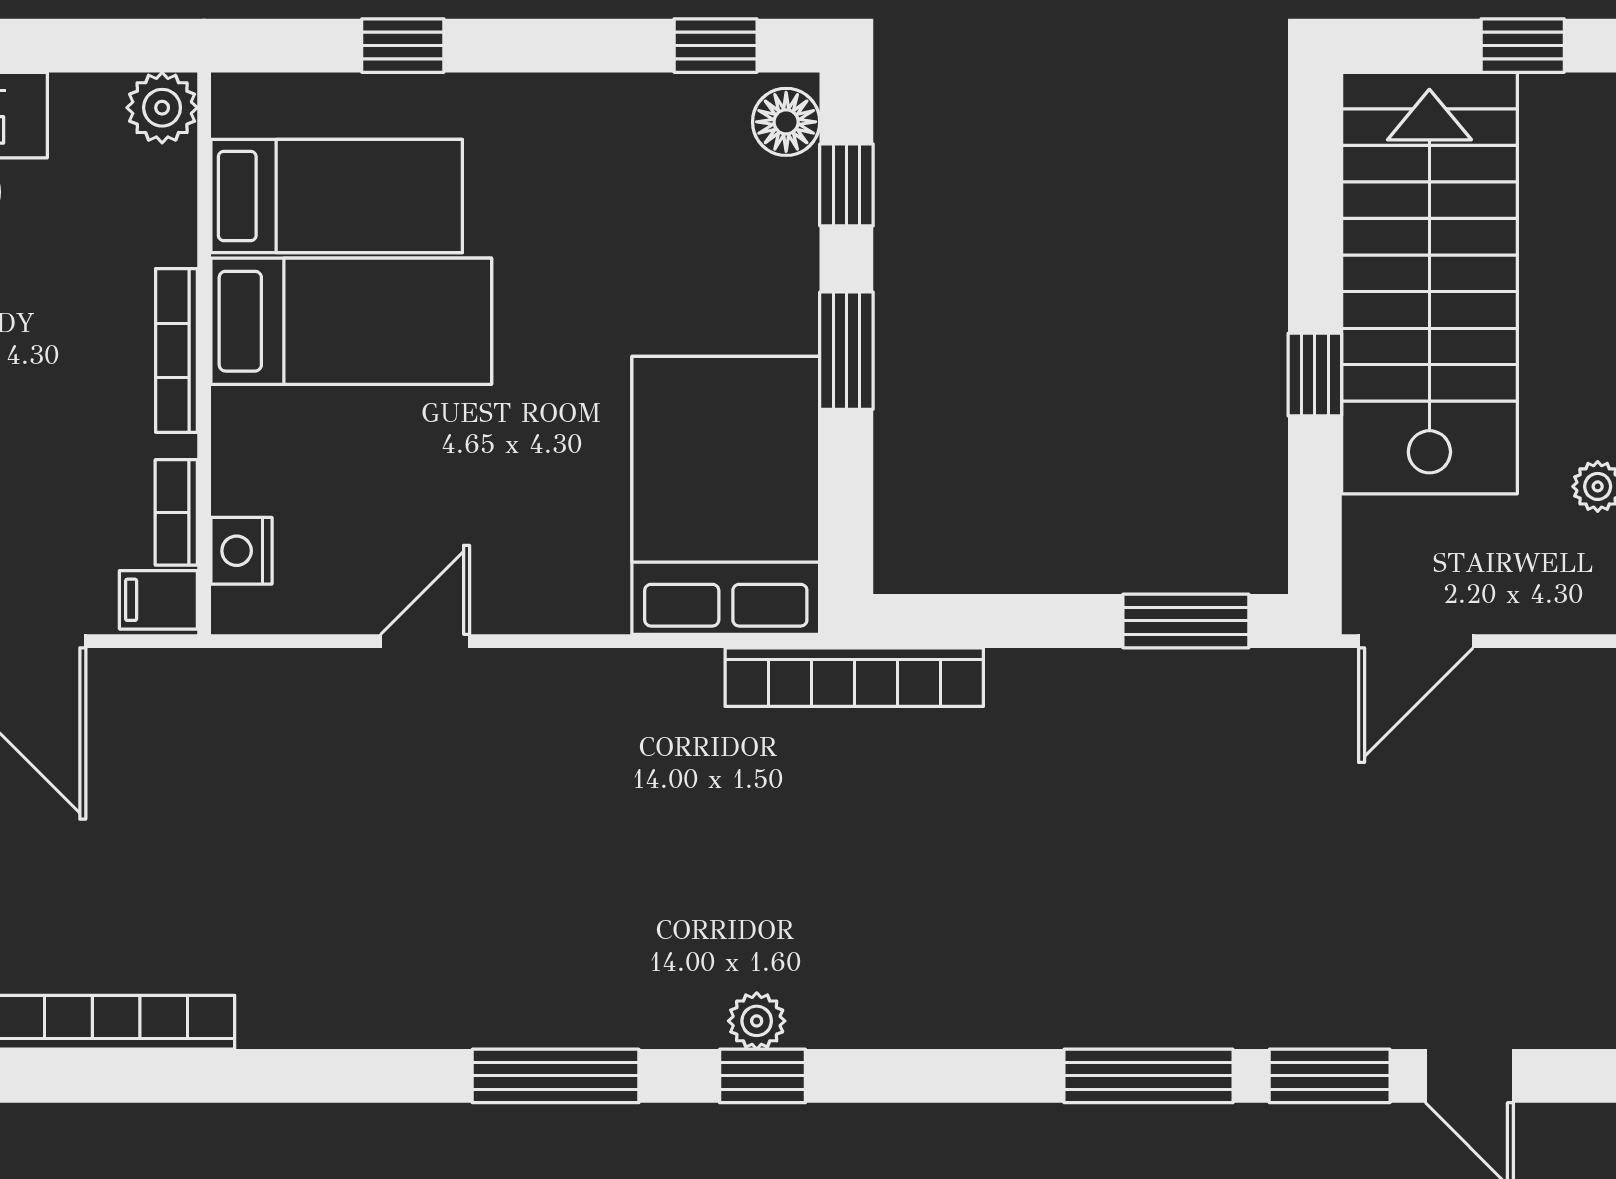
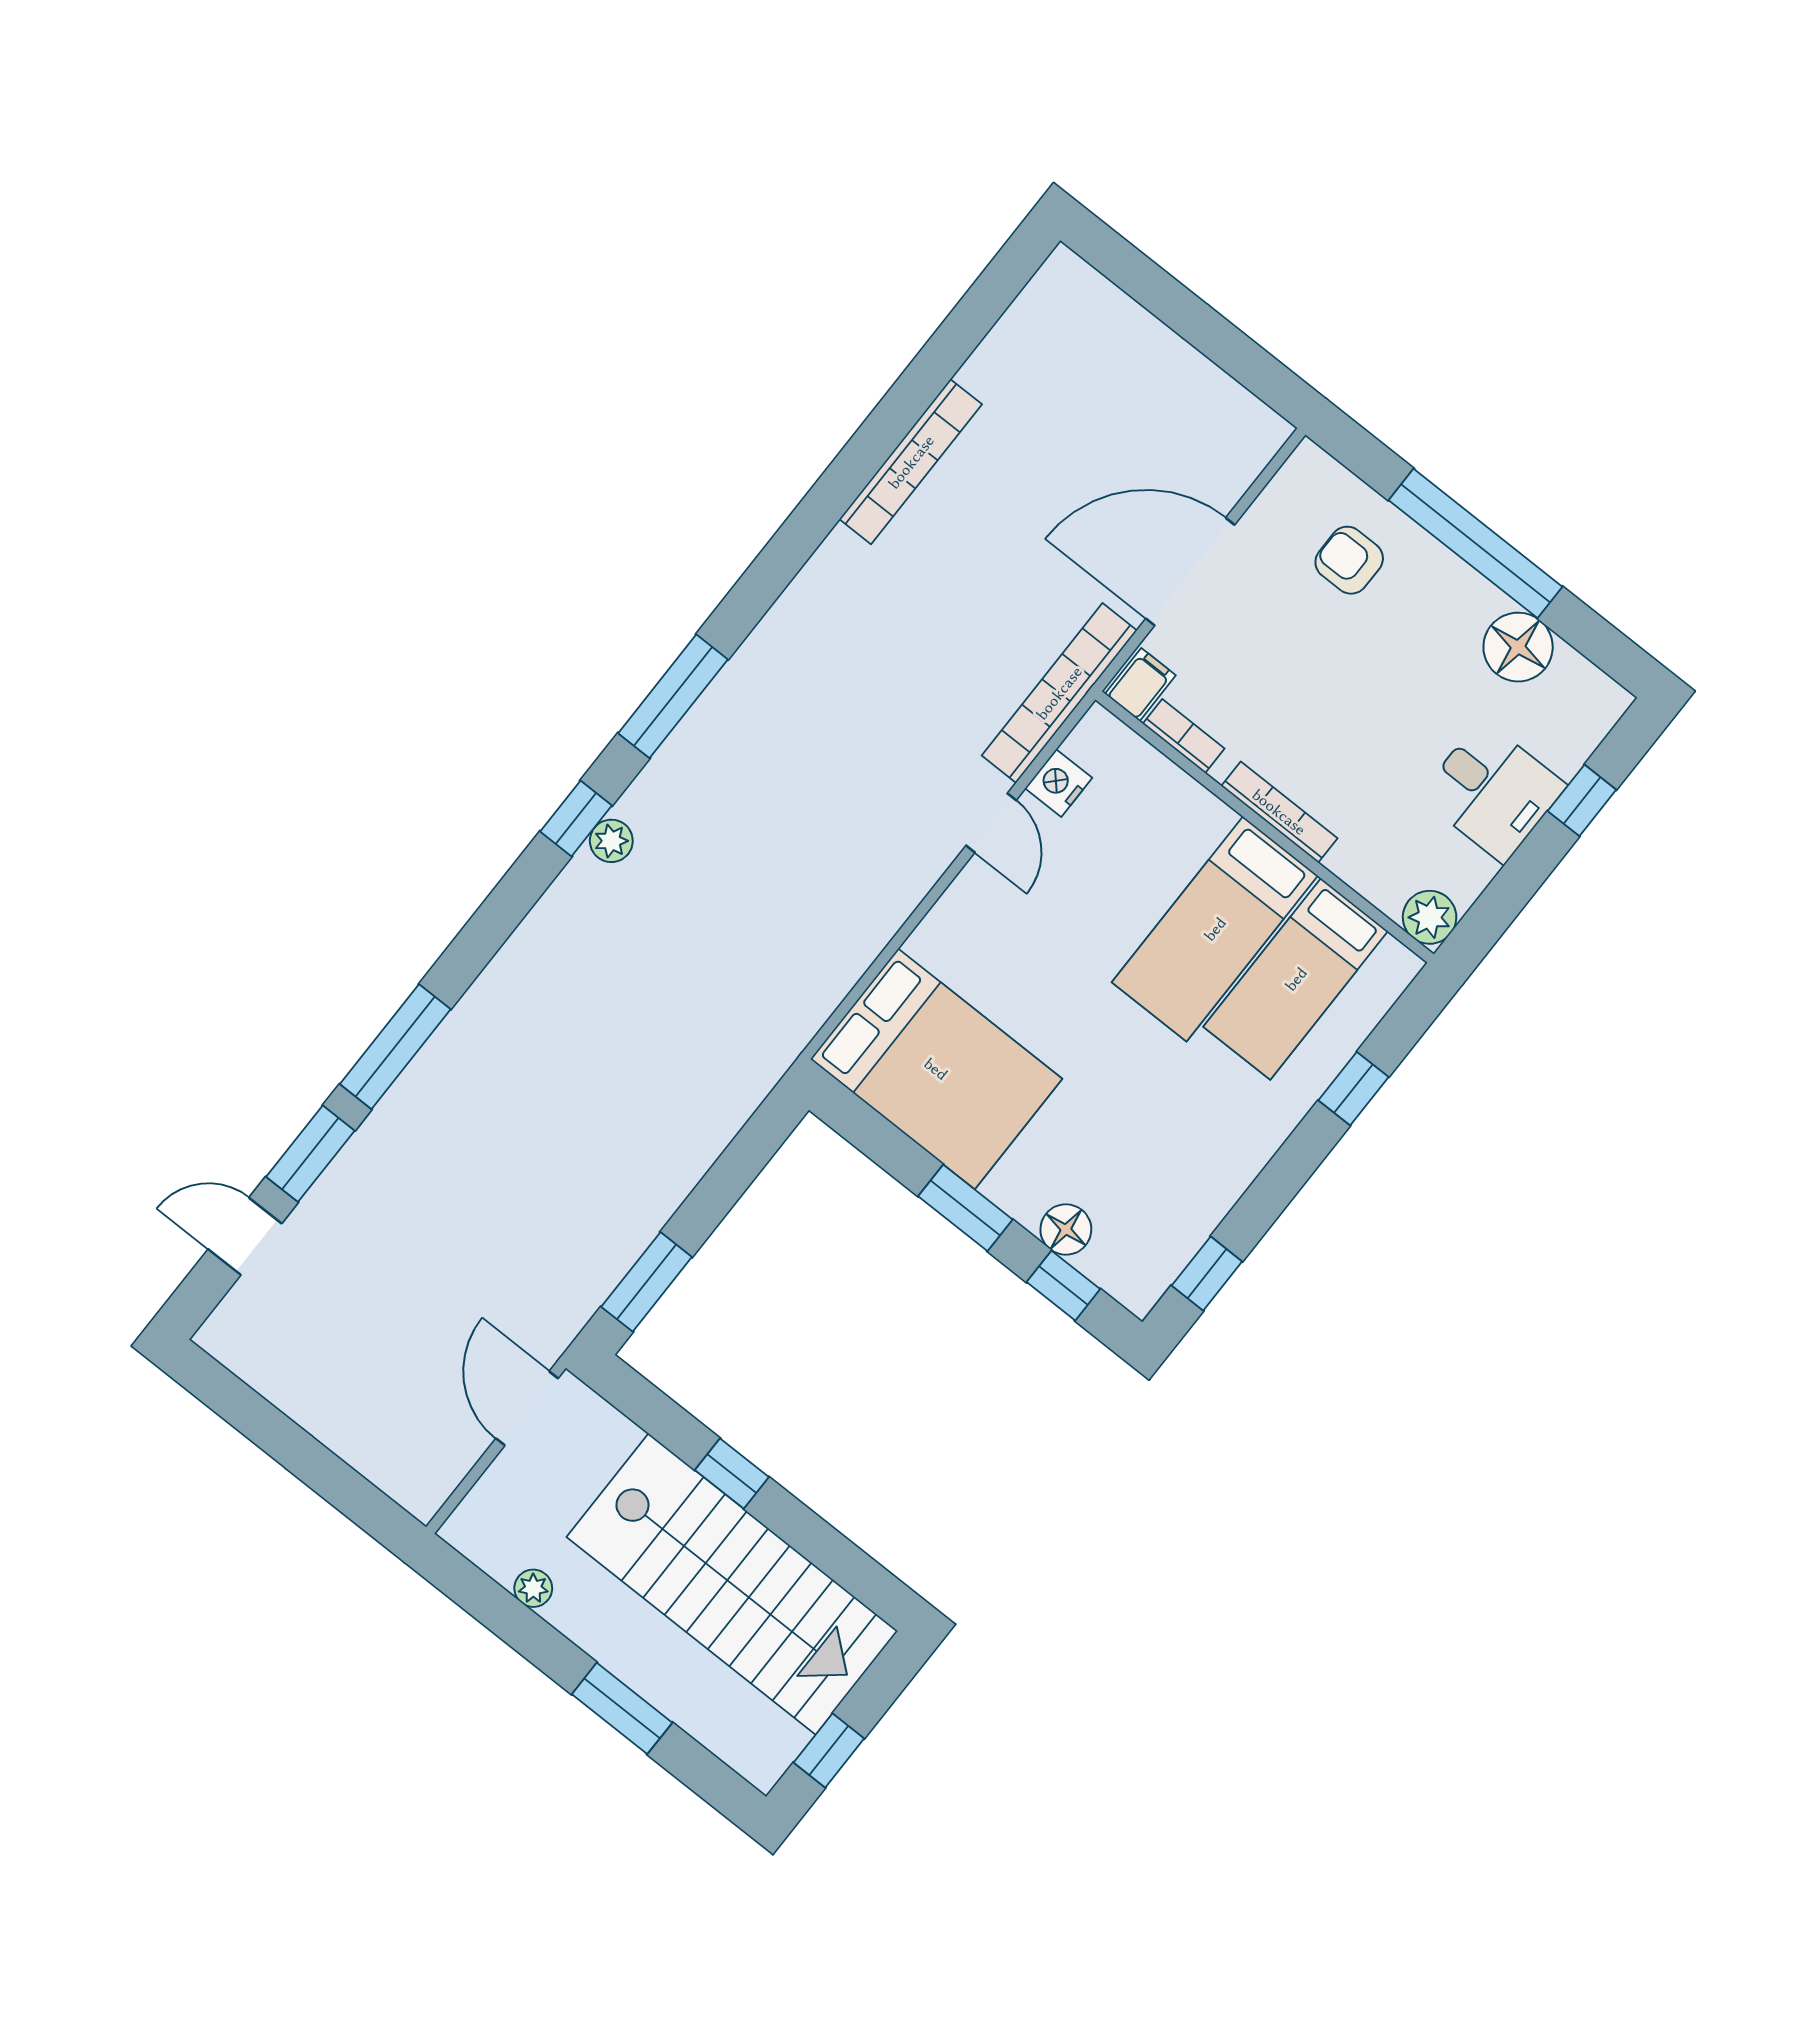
floor lamp: (786, 122) -> (1066, 1229), moved
nightstand: (241, 551) -> (1059, 783), moved, turned -90
bookcase: (854, 677) -> (1059, 693), moved

